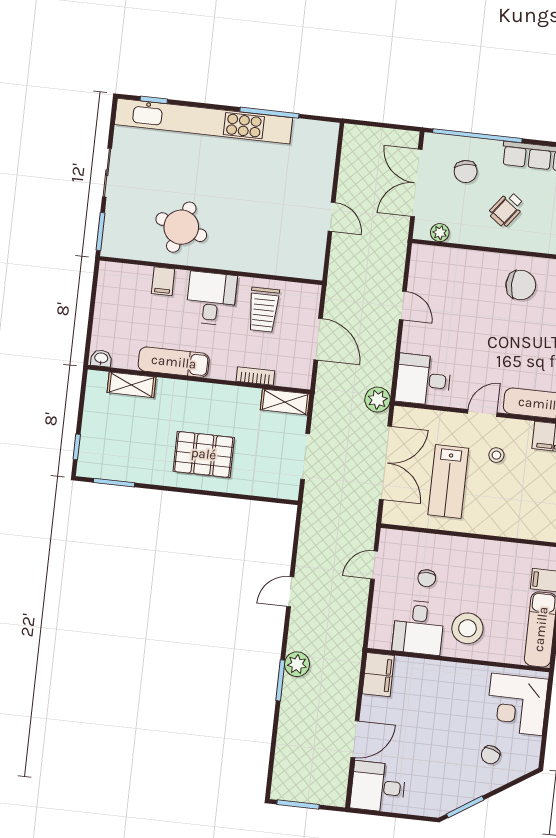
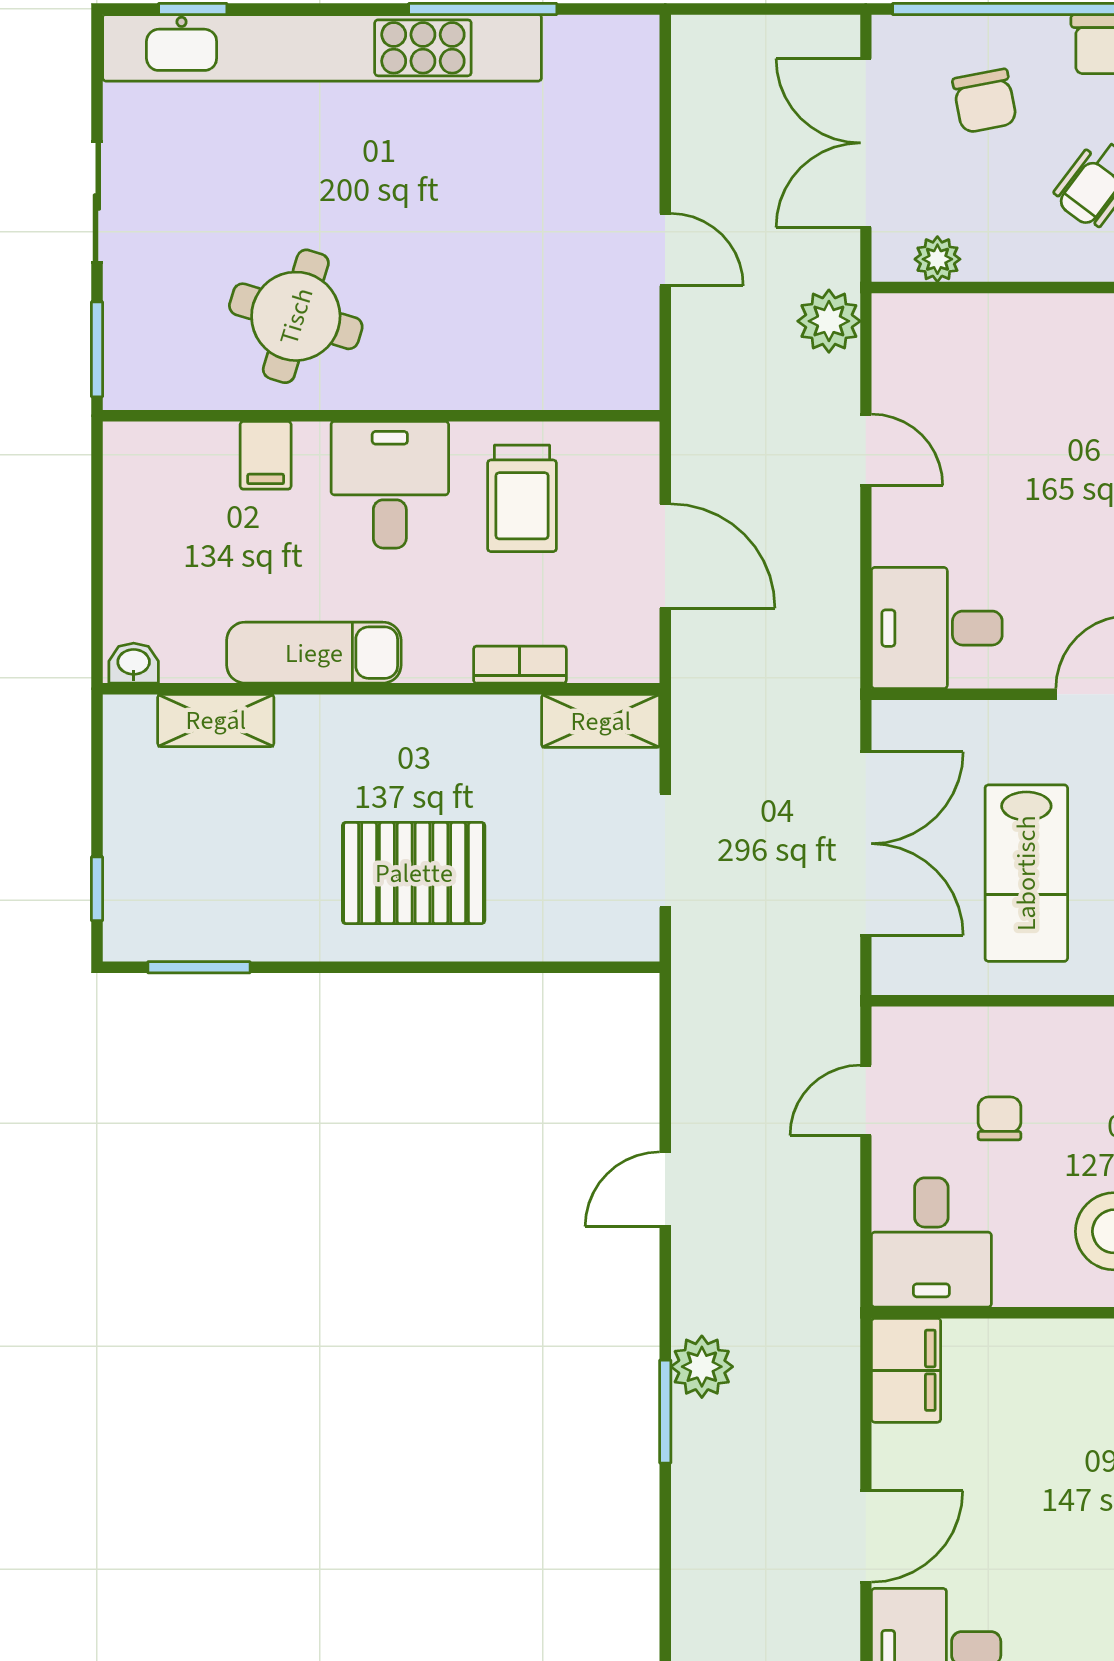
plant: (378, 400) -> (829, 321), moved
chair: (427, 578) -> (1000, 1118), turned 180
desk: (418, 627) -> (931, 1243), moved

